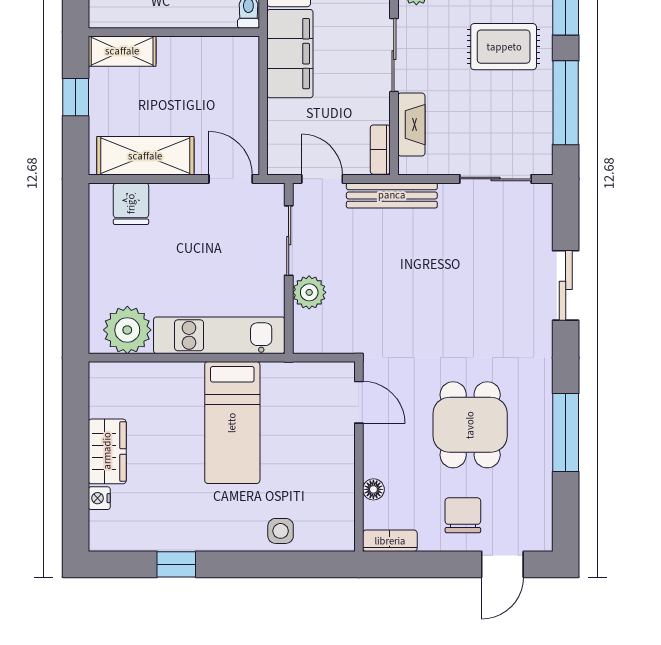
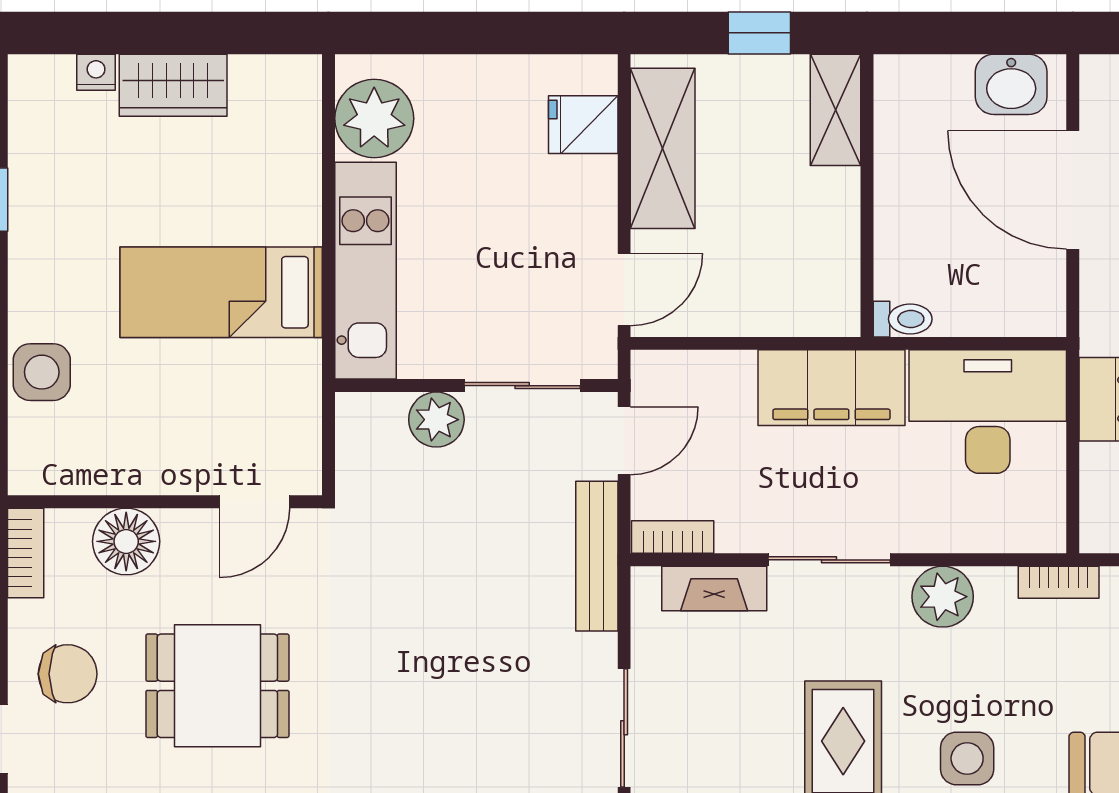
floor lamp: (373, 489) -> (126, 541), width x1.89, depth x1.89
side table: (281, 531) -> (42, 372), width x1.37, depth x1.37

